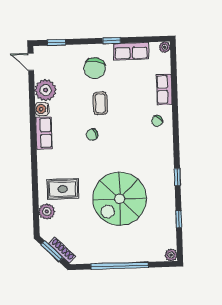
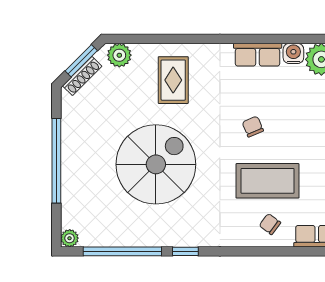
coffee table: (100, 103) -> (268, 181), moved, width x1.86, depth x1.72
spiral stairs: (120, 199) -> (156, 164), turned 90
plant: (47, 211) -> (119, 55), moved
window: (179, 219) -> (122, 251), width x3.17

